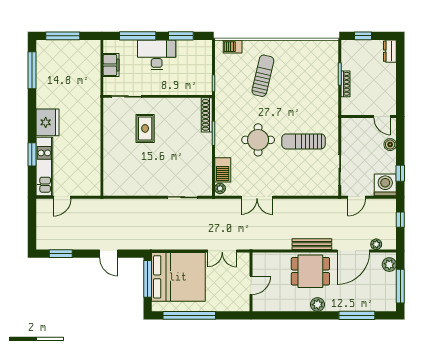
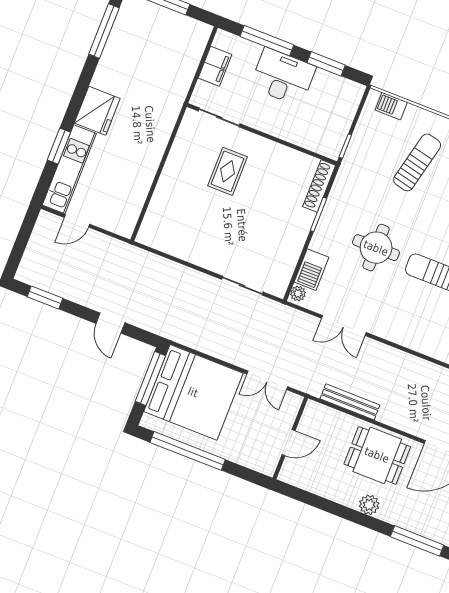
bench: (312, 244) -> (350, 402), moved

